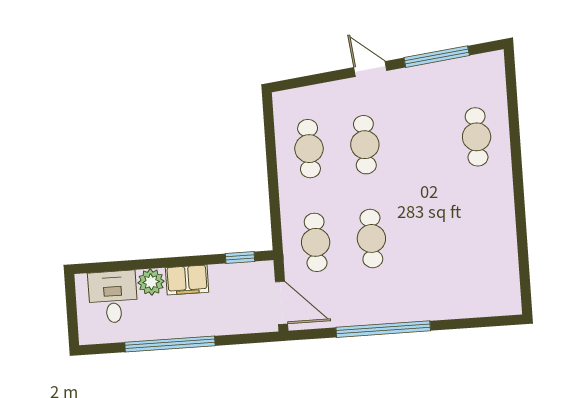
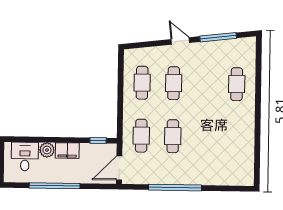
door: (282, 303) -> (119, 168), swing flipped

